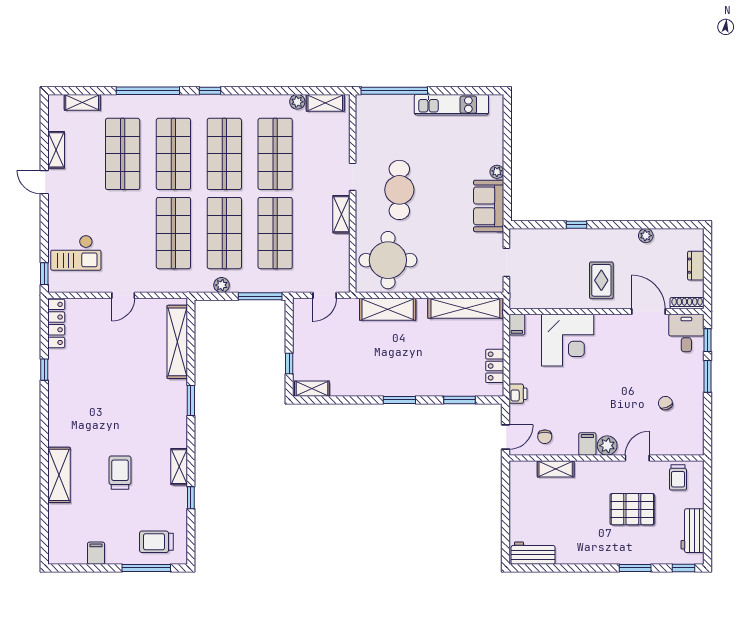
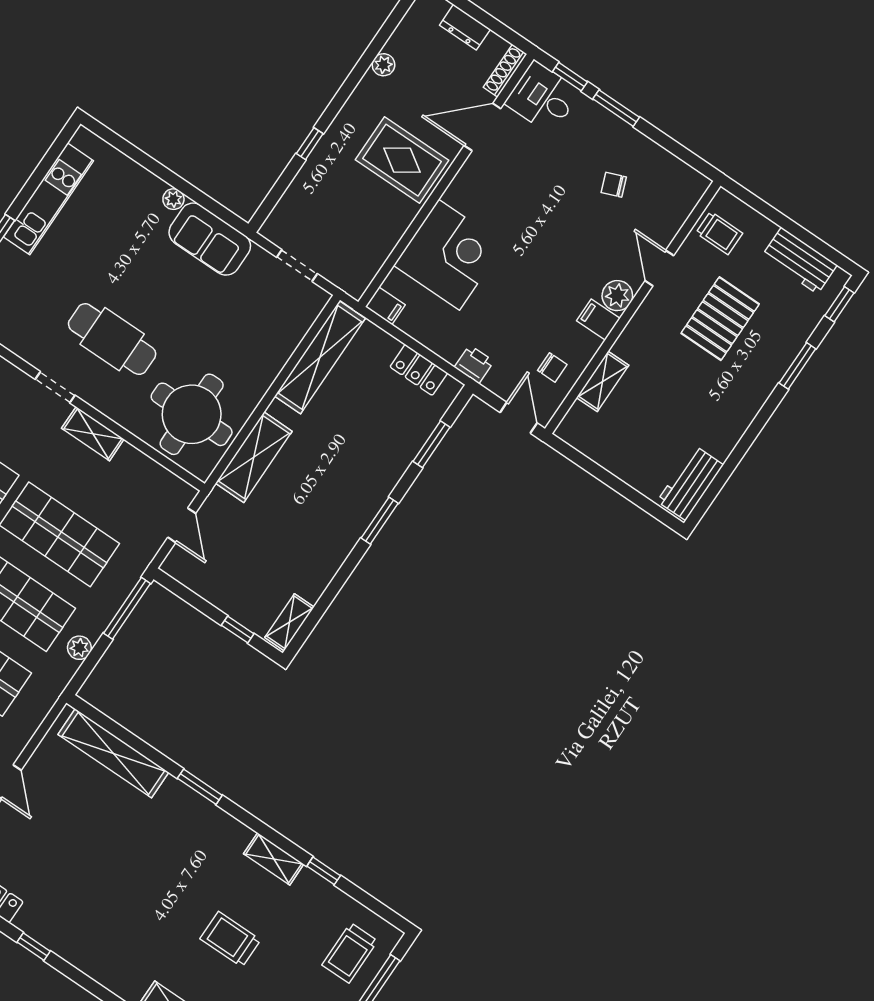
rug: (601, 280) -> (402, 160), width x1.36, depth x1.43

